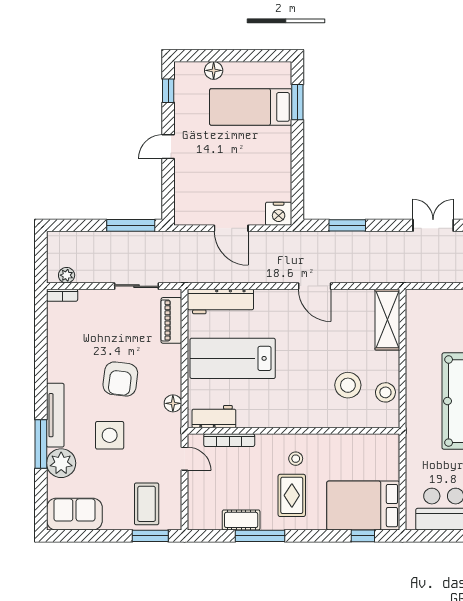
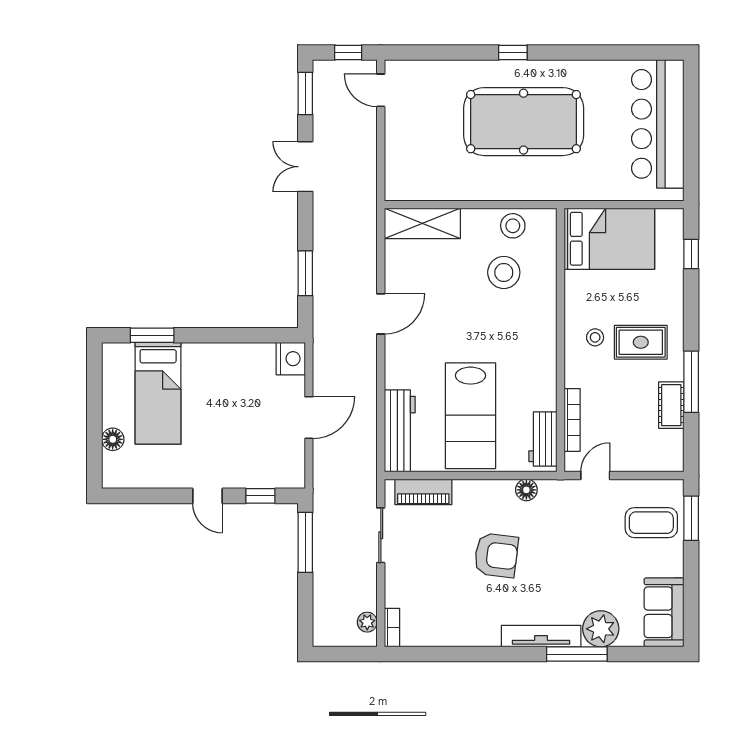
window: (168, 91) -> (260, 496), moved
side table: (110, 435) -> (566, 569), removed
bed: (363, 506) -> (609, 239), moved, turned -90

